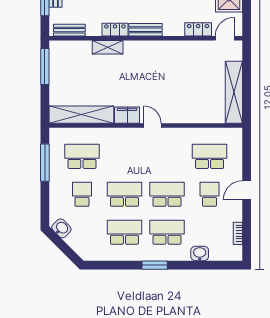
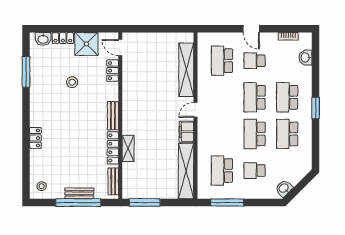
locker: (115, 30) -> (113, 148), width x1.53
shelving: (234, 92) -> (186, 70), moved, turned 90
washbasin: (200, 253) -> (305, 58), moved

